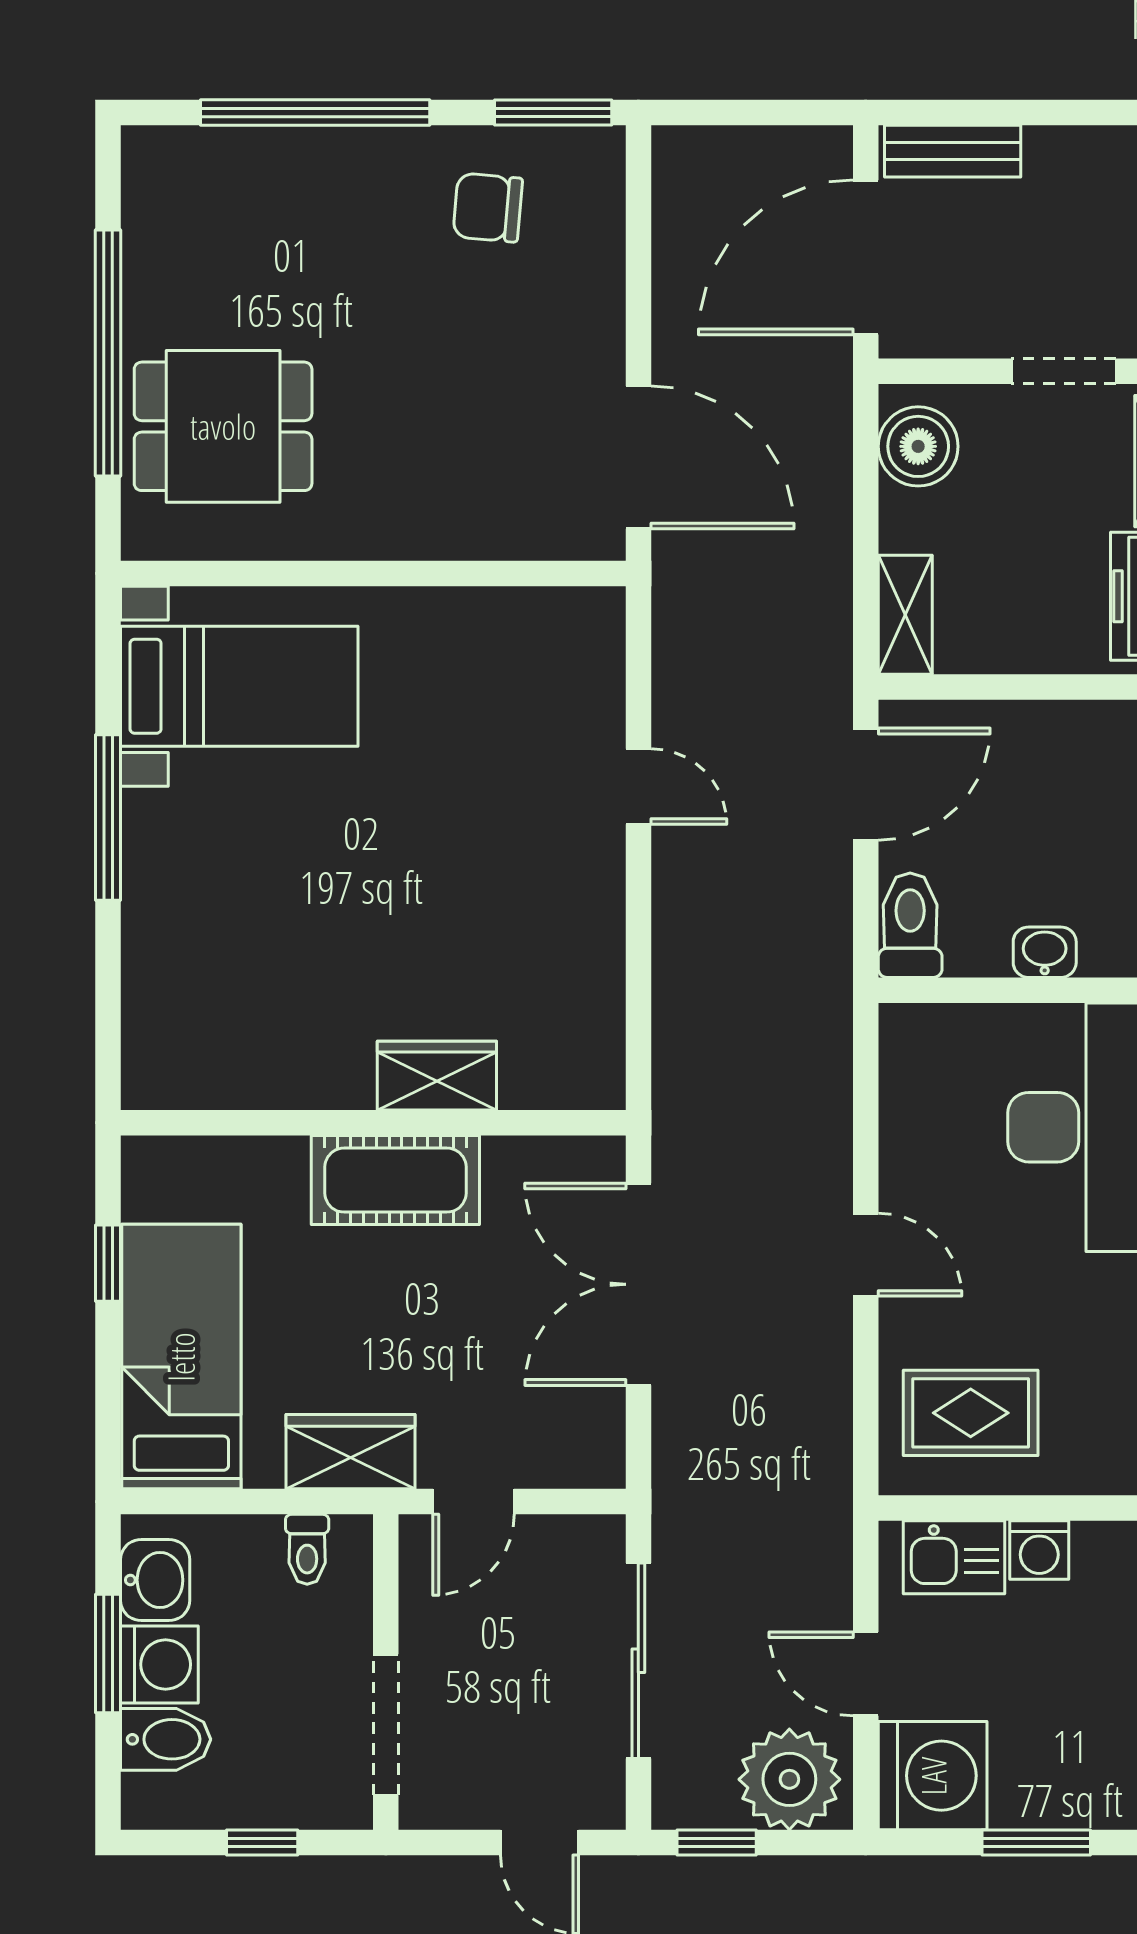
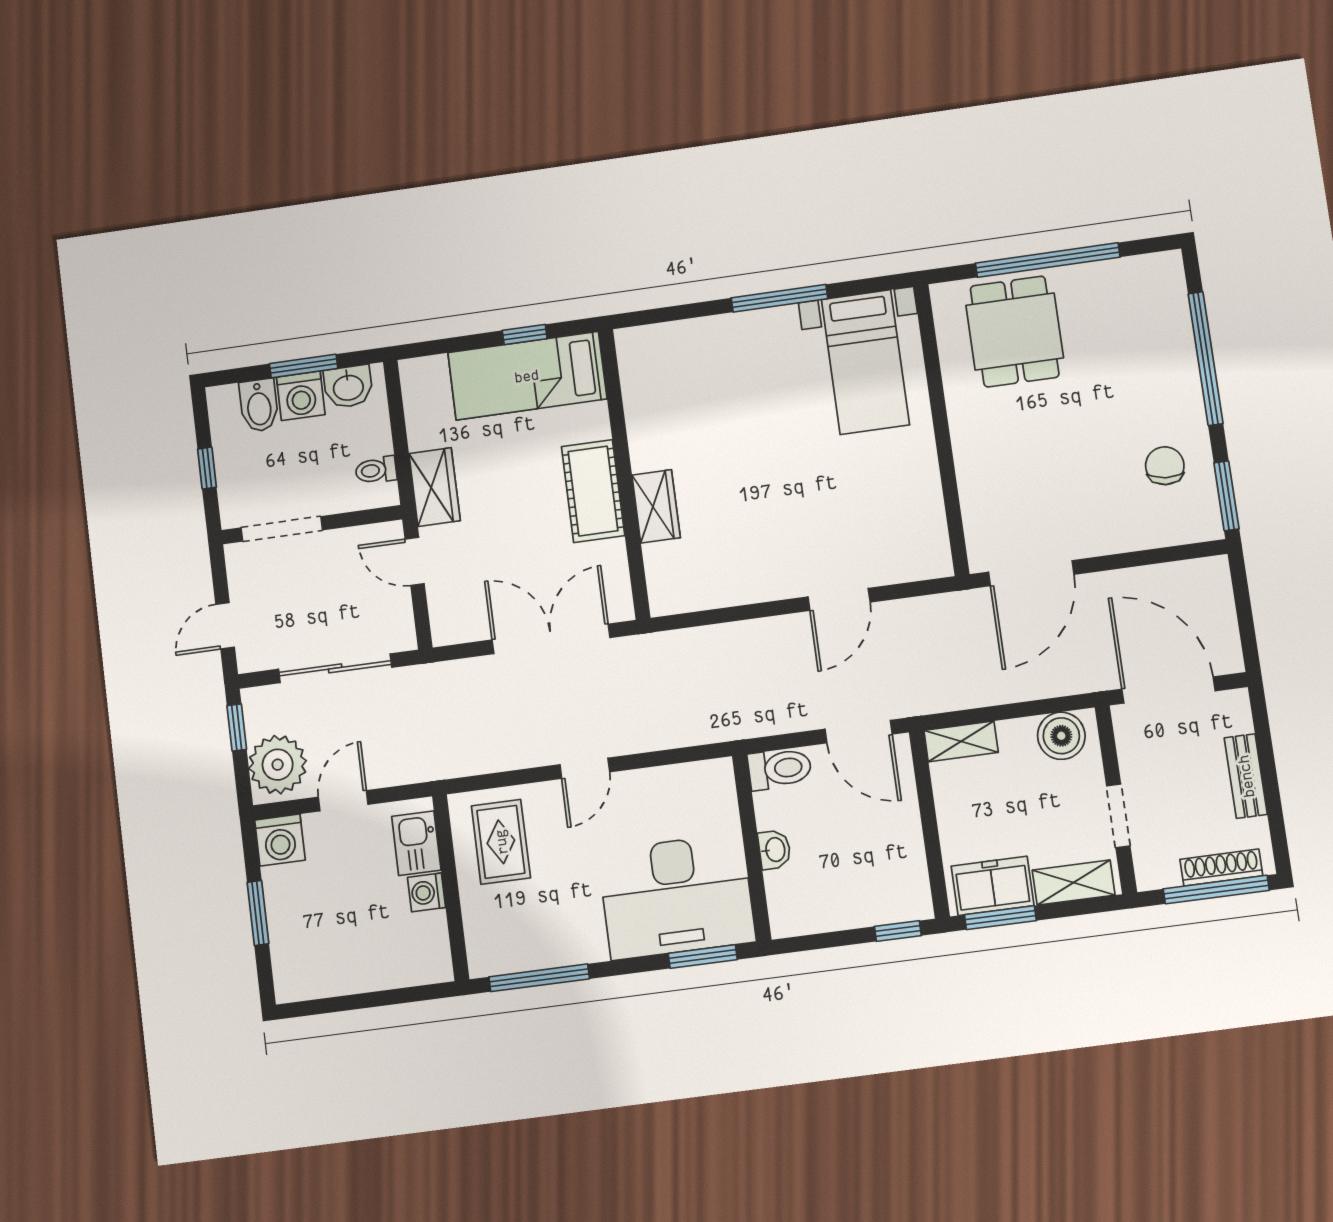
bench: (953, 151) -> (1246, 776), moved
door: (638, 786) -> (839, 599), width x1.38
bed: (181, 1357) -> (527, 376), moved, turned 180
washing machine: (933, 1776) -> (280, 840), width x0.73, depth x0.73

